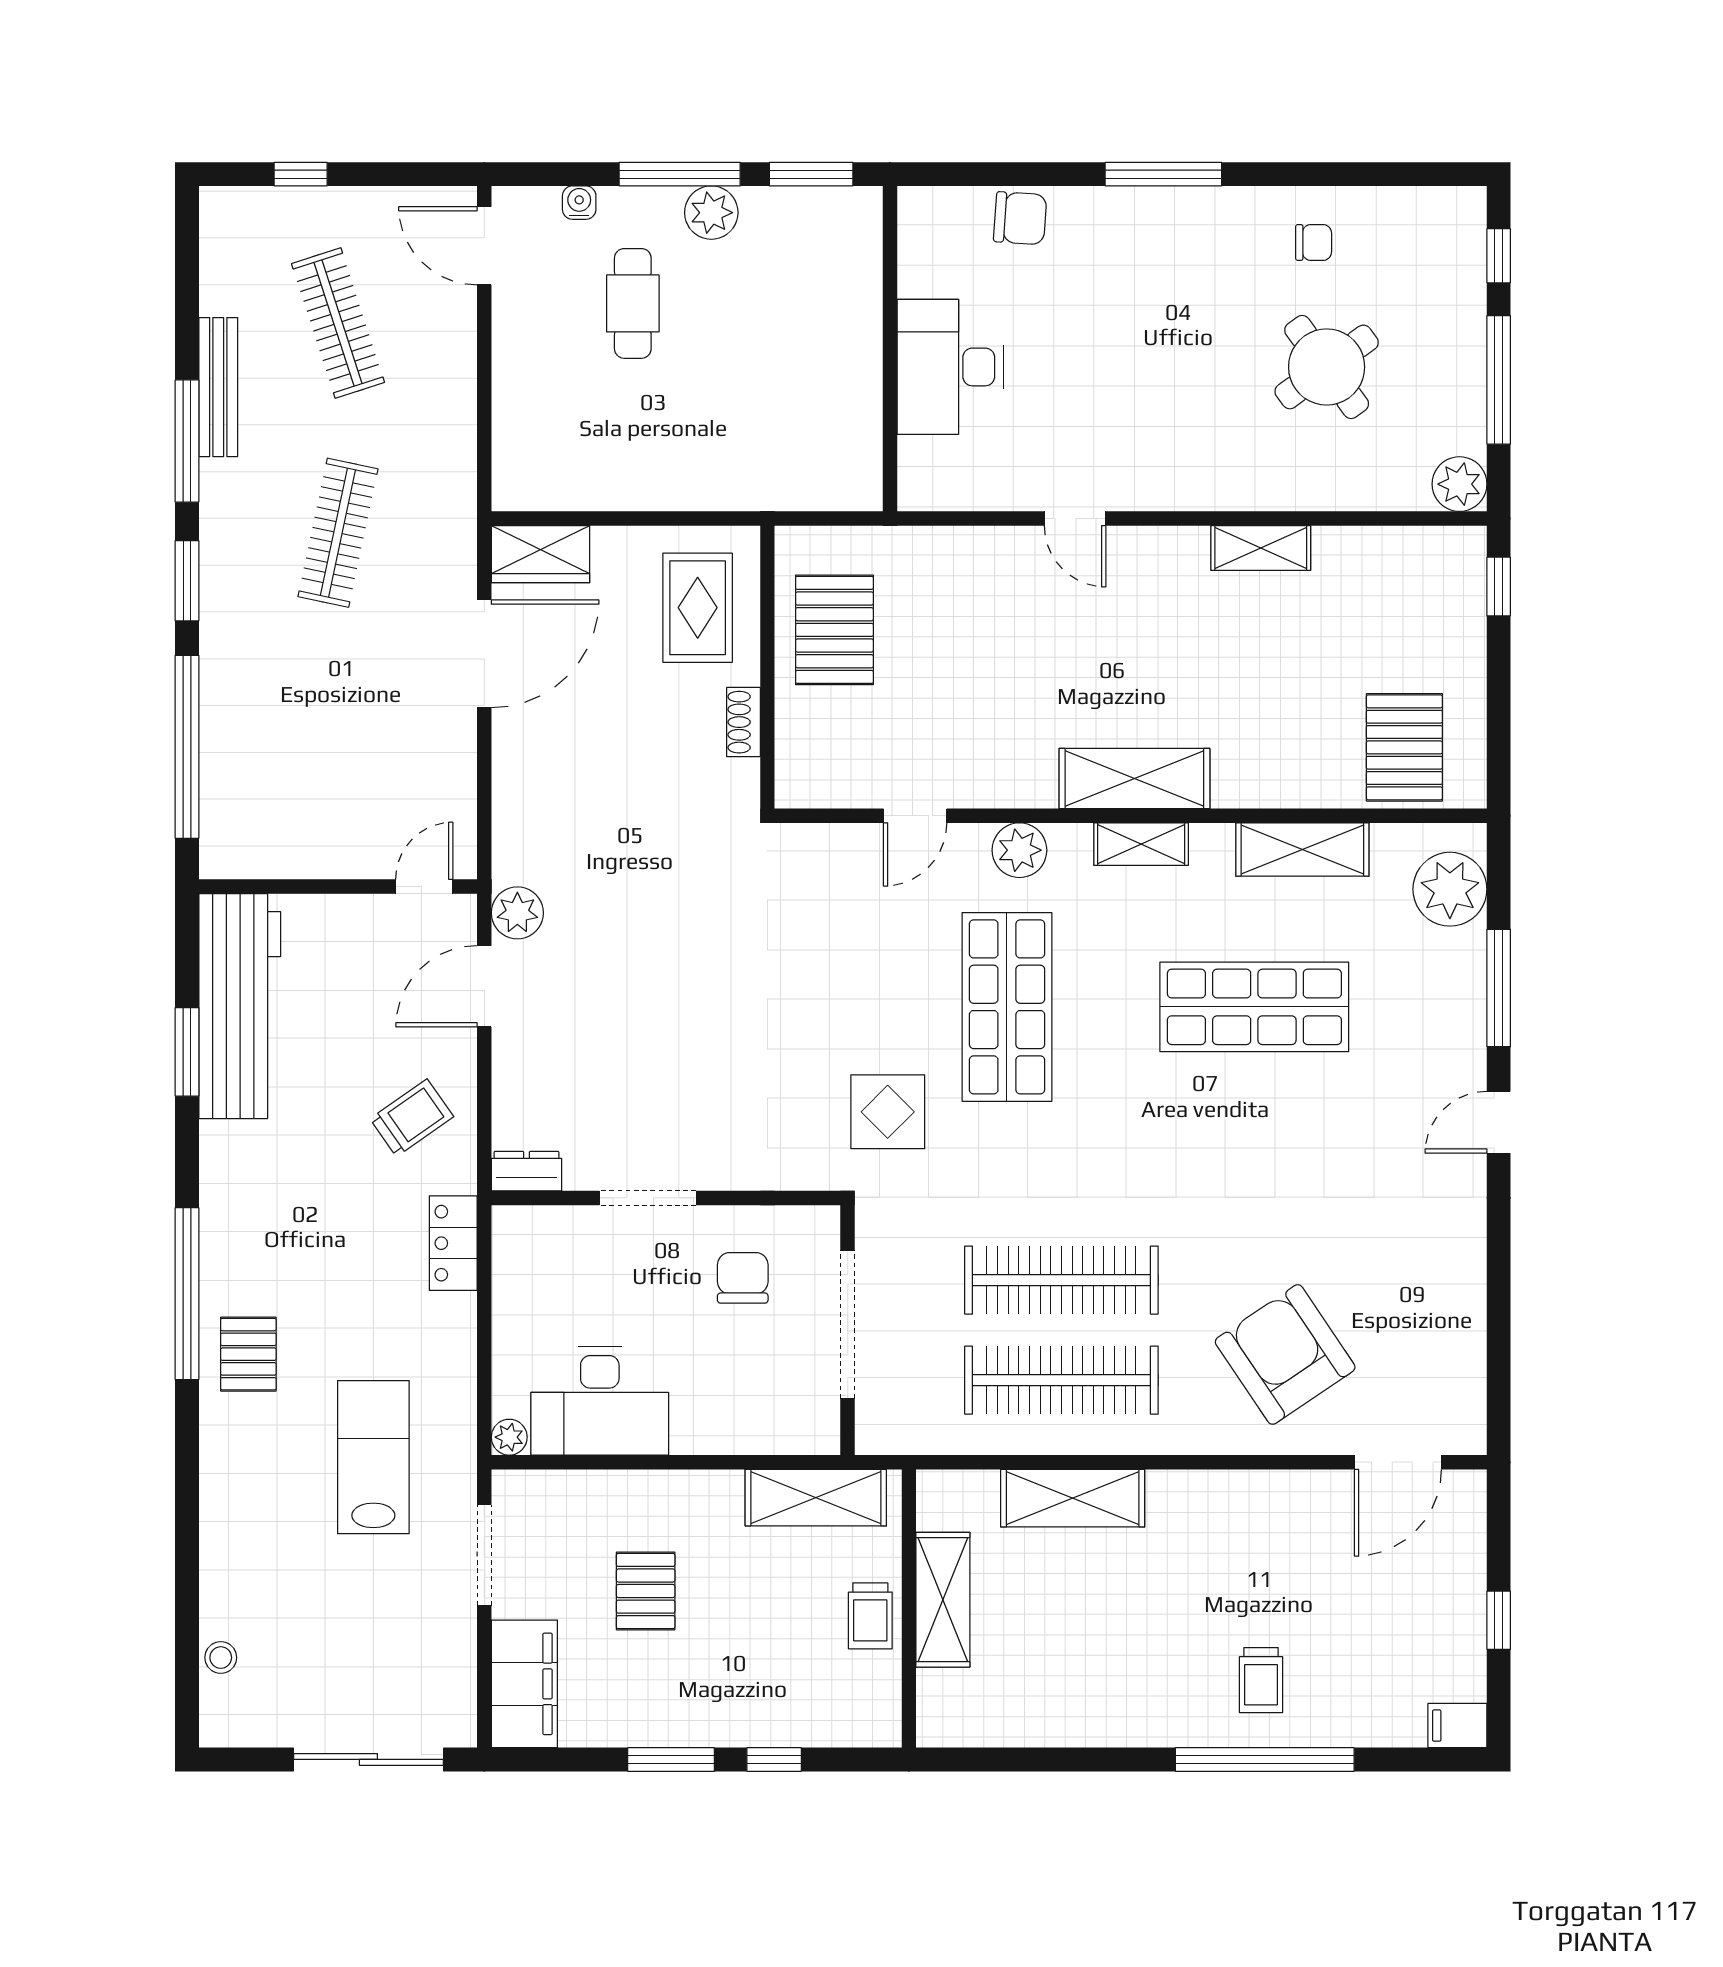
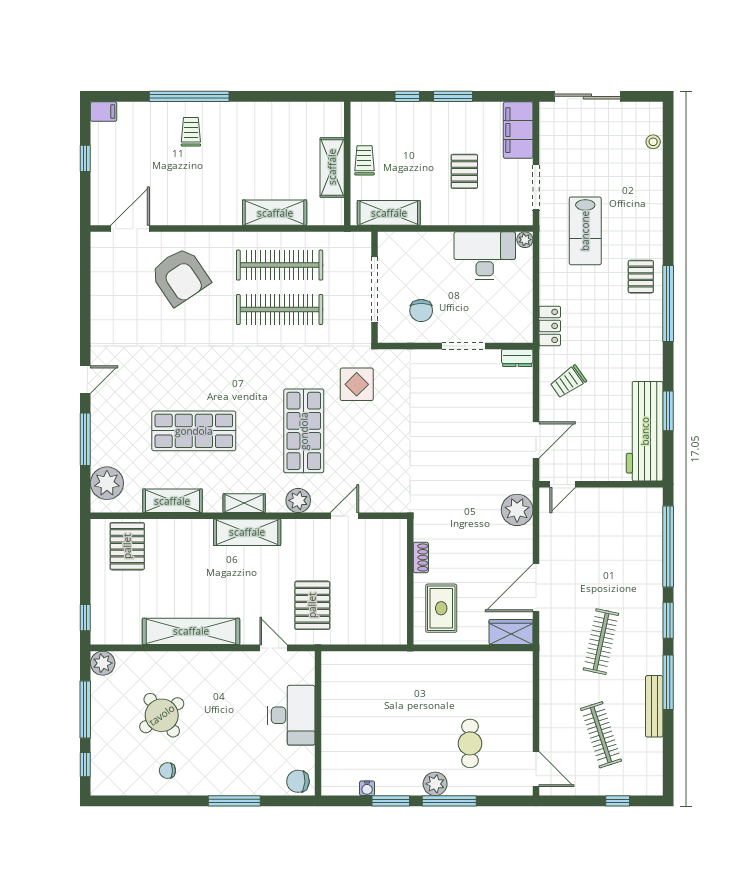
water cooler: (579, 203) -> (367, 788), moved
wall: (890, 349) -> (318, 723), moved
desk: (950, 367) -> (291, 715), moved
shelving: (1261, 548) -> (191, 631), width x2.20, depth x1.33
pallet: (834, 630) -> (312, 605), moved
plant: (517, 913) -> (517, 510), moved, width x1.36, depth x1.36

